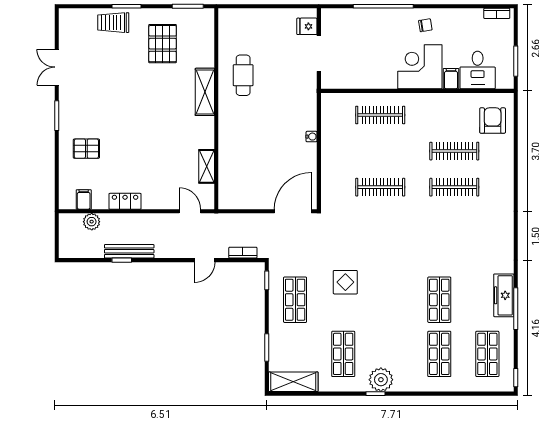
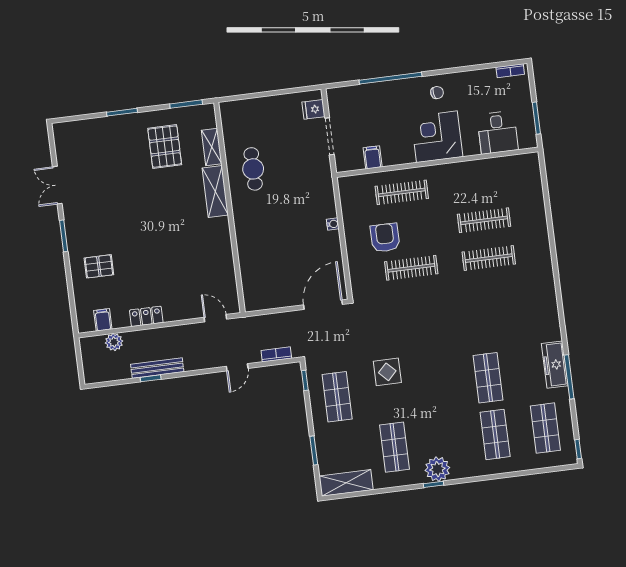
trolley: (113, 23) -> (110, 131), removed
filing cabinet: (451, 79) -> (373, 157), moved
armchair: (493, 121) -> (385, 238), moved
shelving: (207, 166) -> (212, 147), moved

